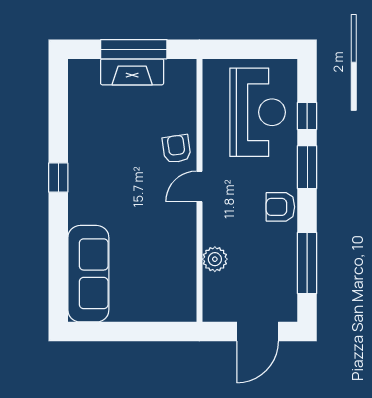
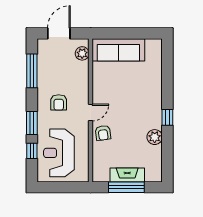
plant: (82, 141) -> (155, 137), added
armchair: (280, 207) -> (59, 102), moved, turned 90
plant: (215, 259) -> (82, 53), moved
sofa: (88, 274) -> (118, 50), moved, turned -90

